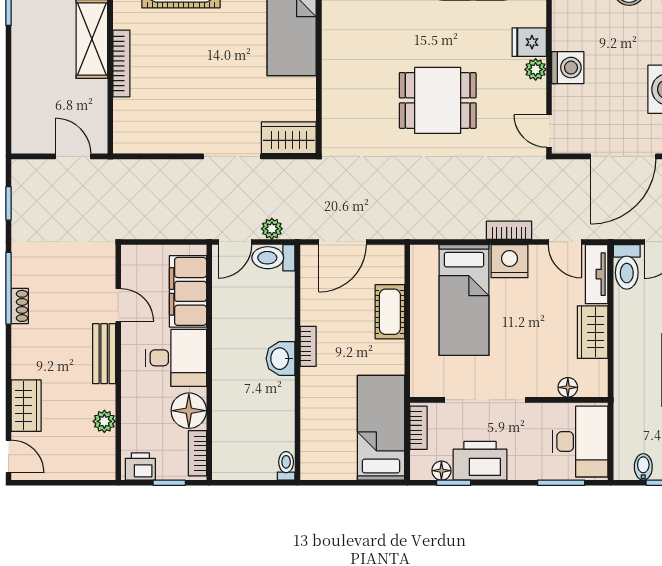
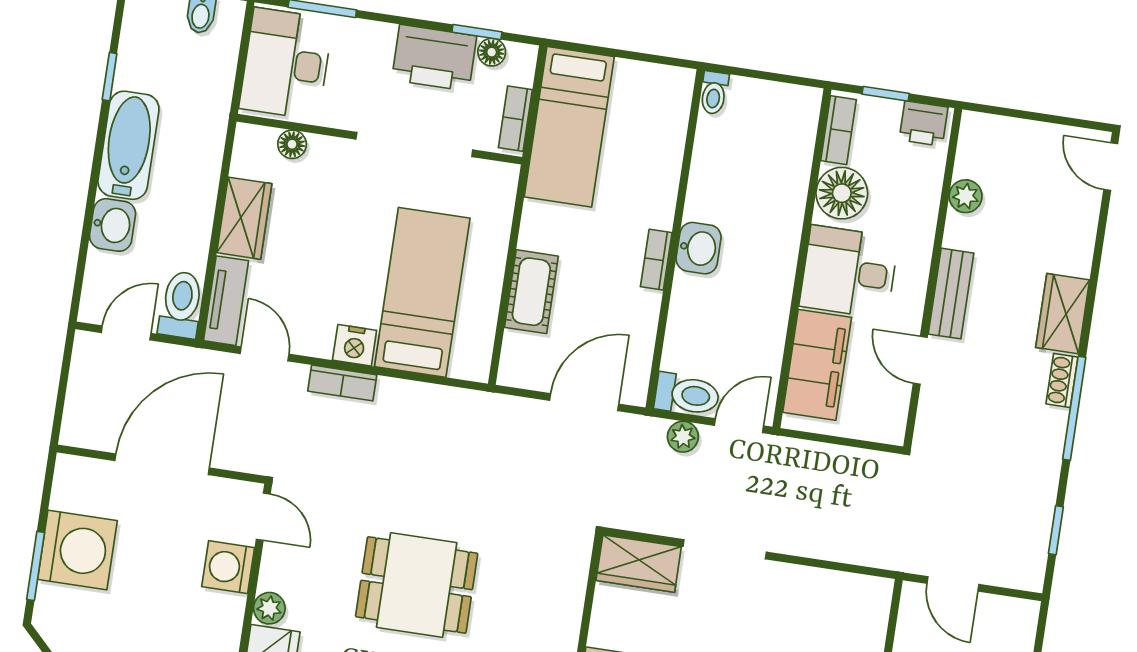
washing machine: (568, 68) -> (228, 567), moved
nightstand: (509, 261) -> (355, 345), width x0.74, depth x0.75
wardrobe: (26, 406) -> (1063, 314), moved

